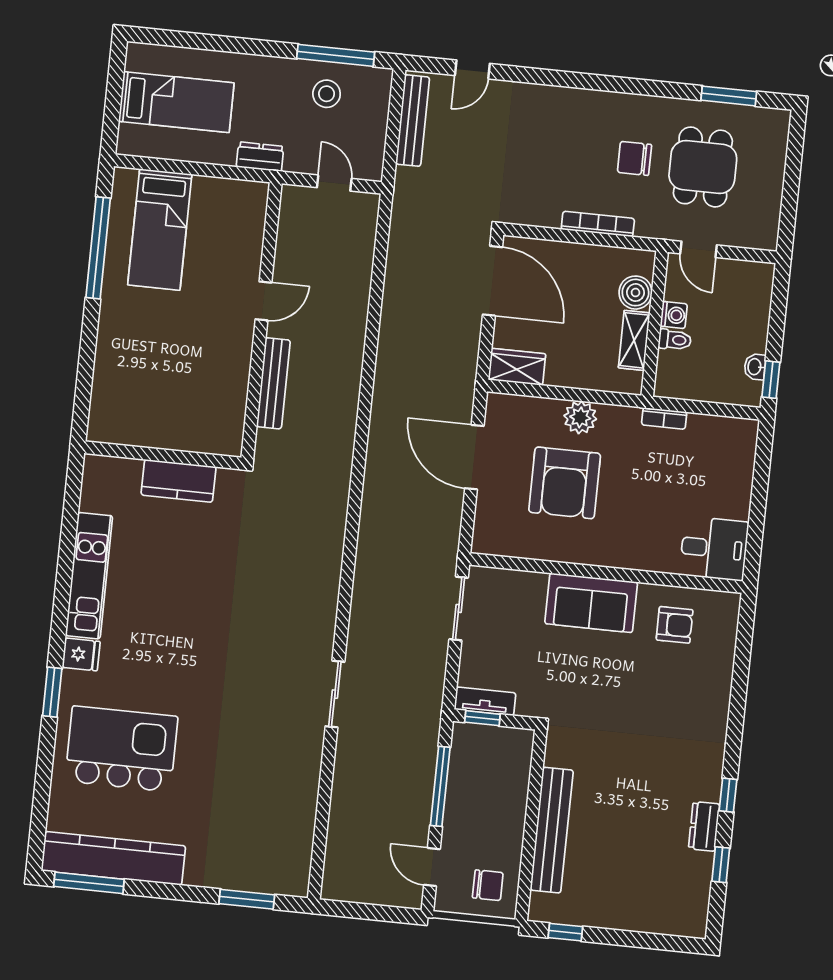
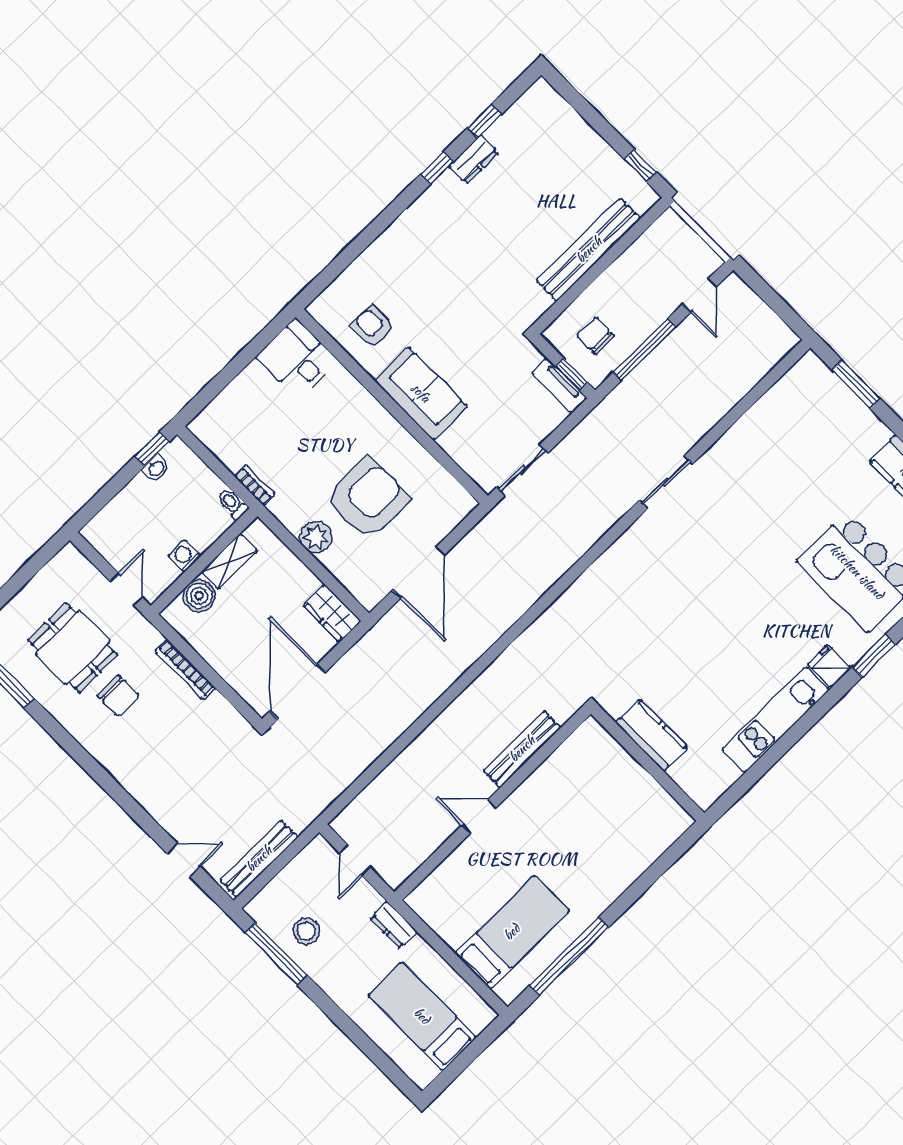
dining table: (703, 167) -> (73, 648), turned 90
toilet: (675, 340) -> (232, 504), moved
chair: (488, 885) -> (595, 336), moved

